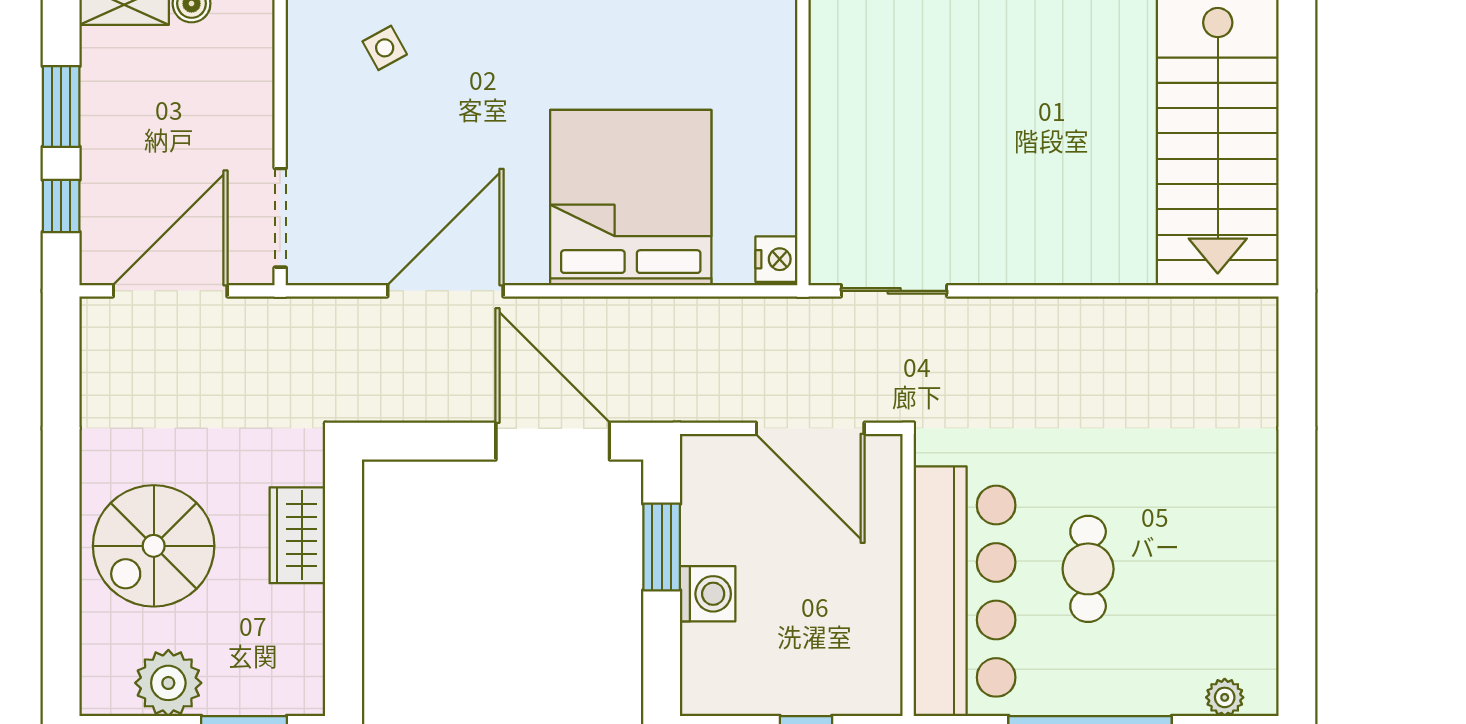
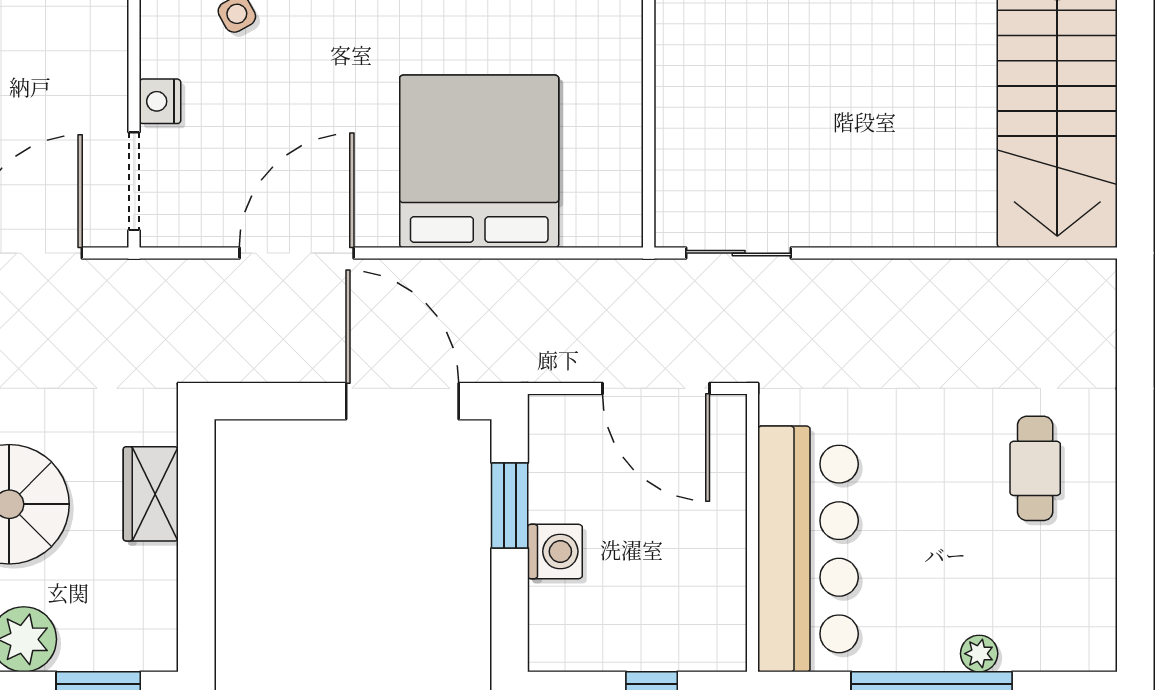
nightstand: (776, 259) -> (160, 101), moved, turned 180
cafe table: (1088, 569) -> (1035, 468), moved
plant: (1225, 697) -> (979, 654), moved

